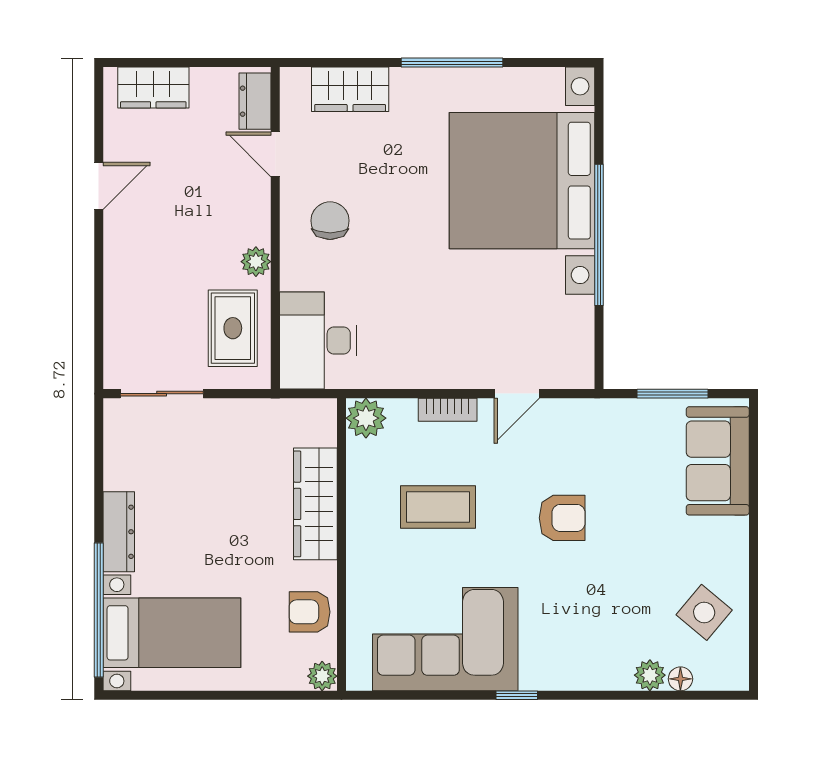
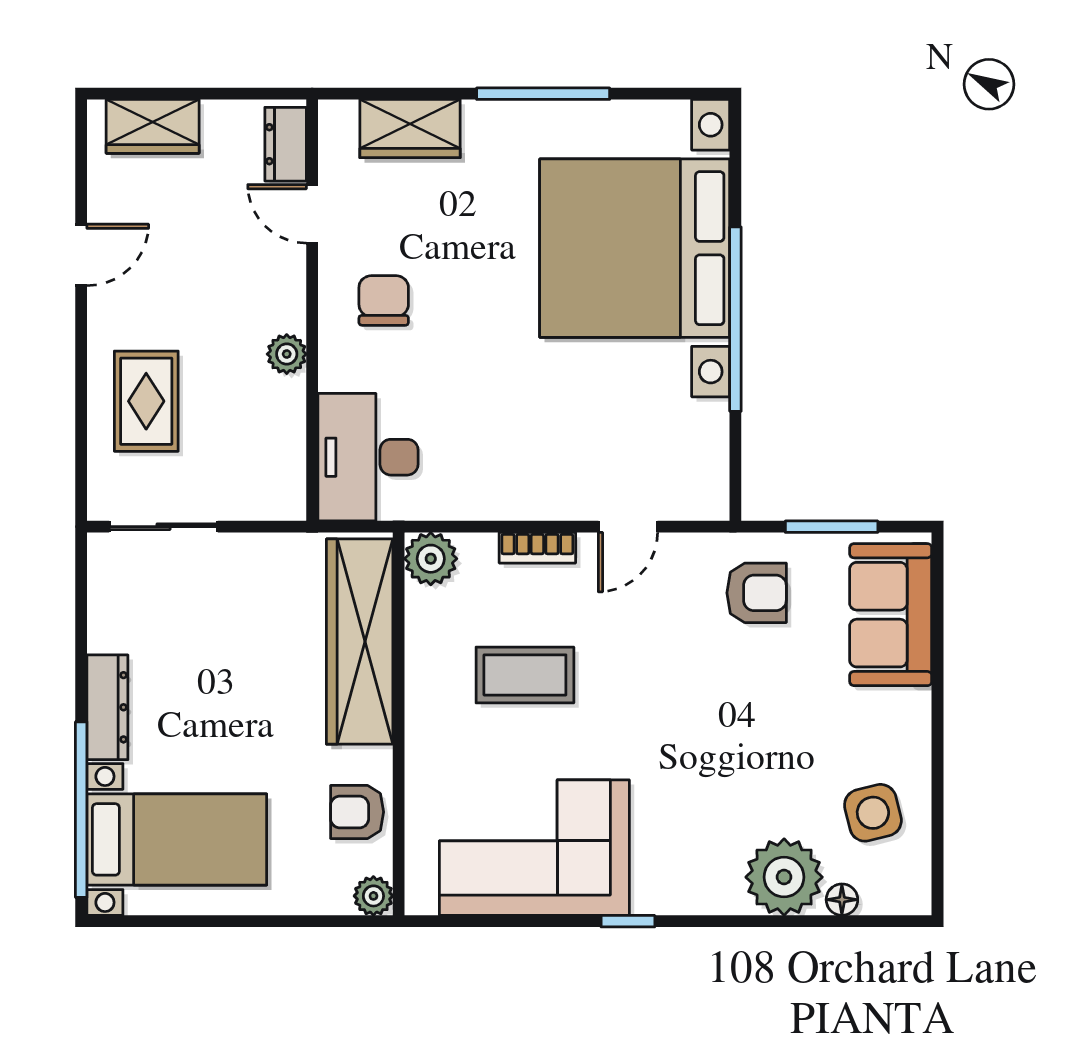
rug: (233, 328) -> (146, 401), moved
wardrobe: (315, 504) -> (360, 642), width x1.40, depth x1.17
armchair: (562, 518) -> (757, 593), moved
side table: (704, 612) -> (873, 813), turned 36
plant: (650, 675) -> (784, 877), width x1.88, depth x1.88

